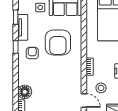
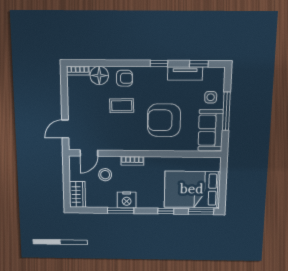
armchair: (32, 53) -> (124, 78), moved
coffee table: (47, 75) -> (122, 106), added

